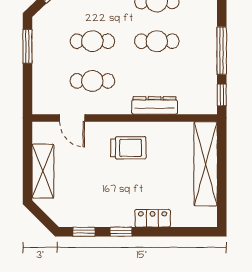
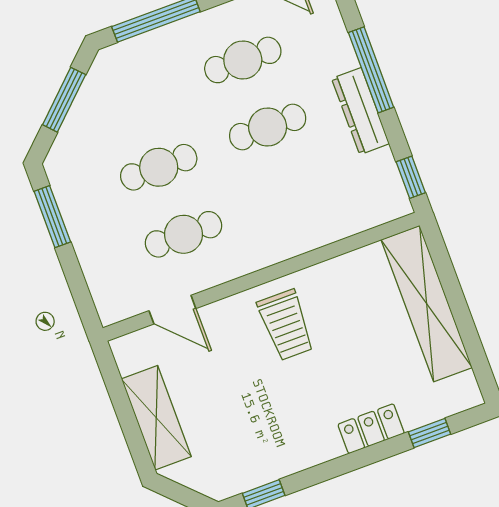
window: (222, 51) -> (371, 70), moved
dresser: (155, 105) -> (360, 111), moved, turned -90
trolley: (128, 148) -> (286, 325), turned 90
window: (121, 232) -> (430, 433), moved

